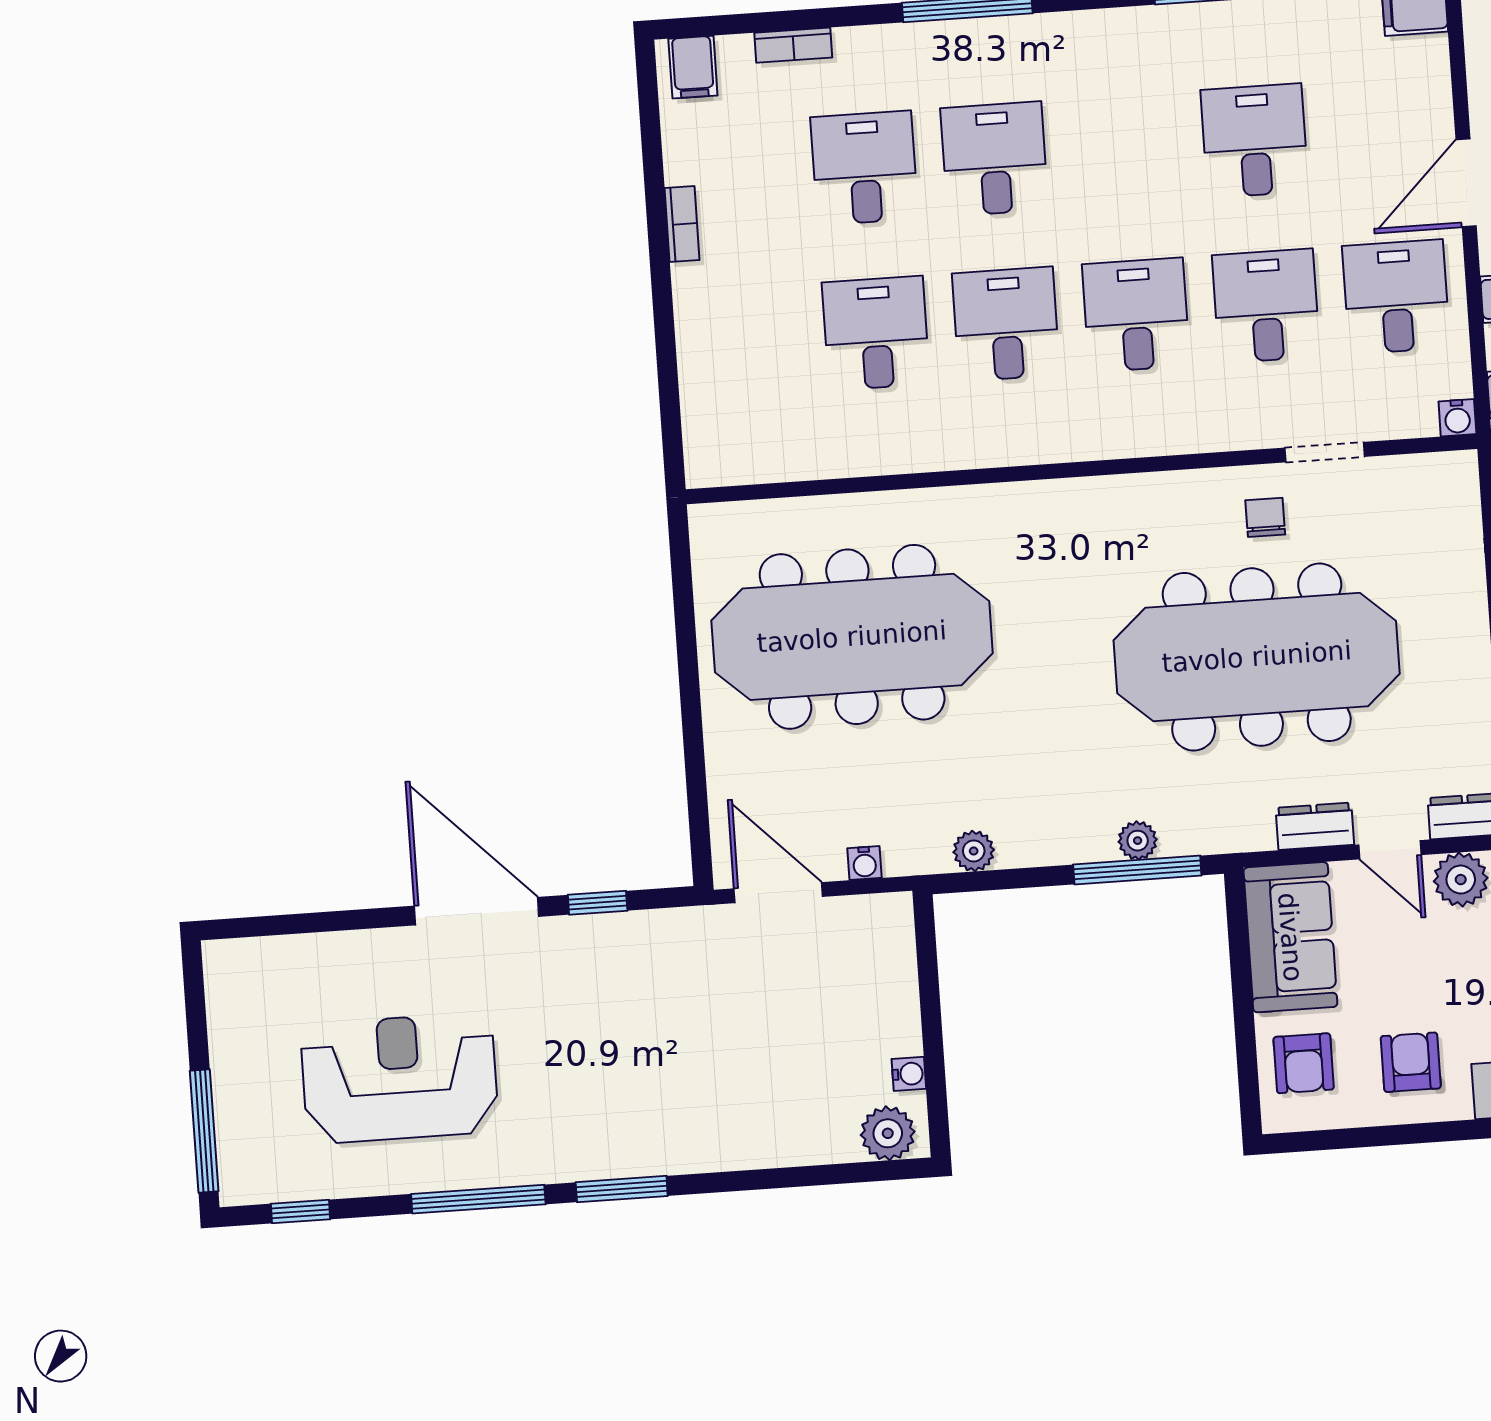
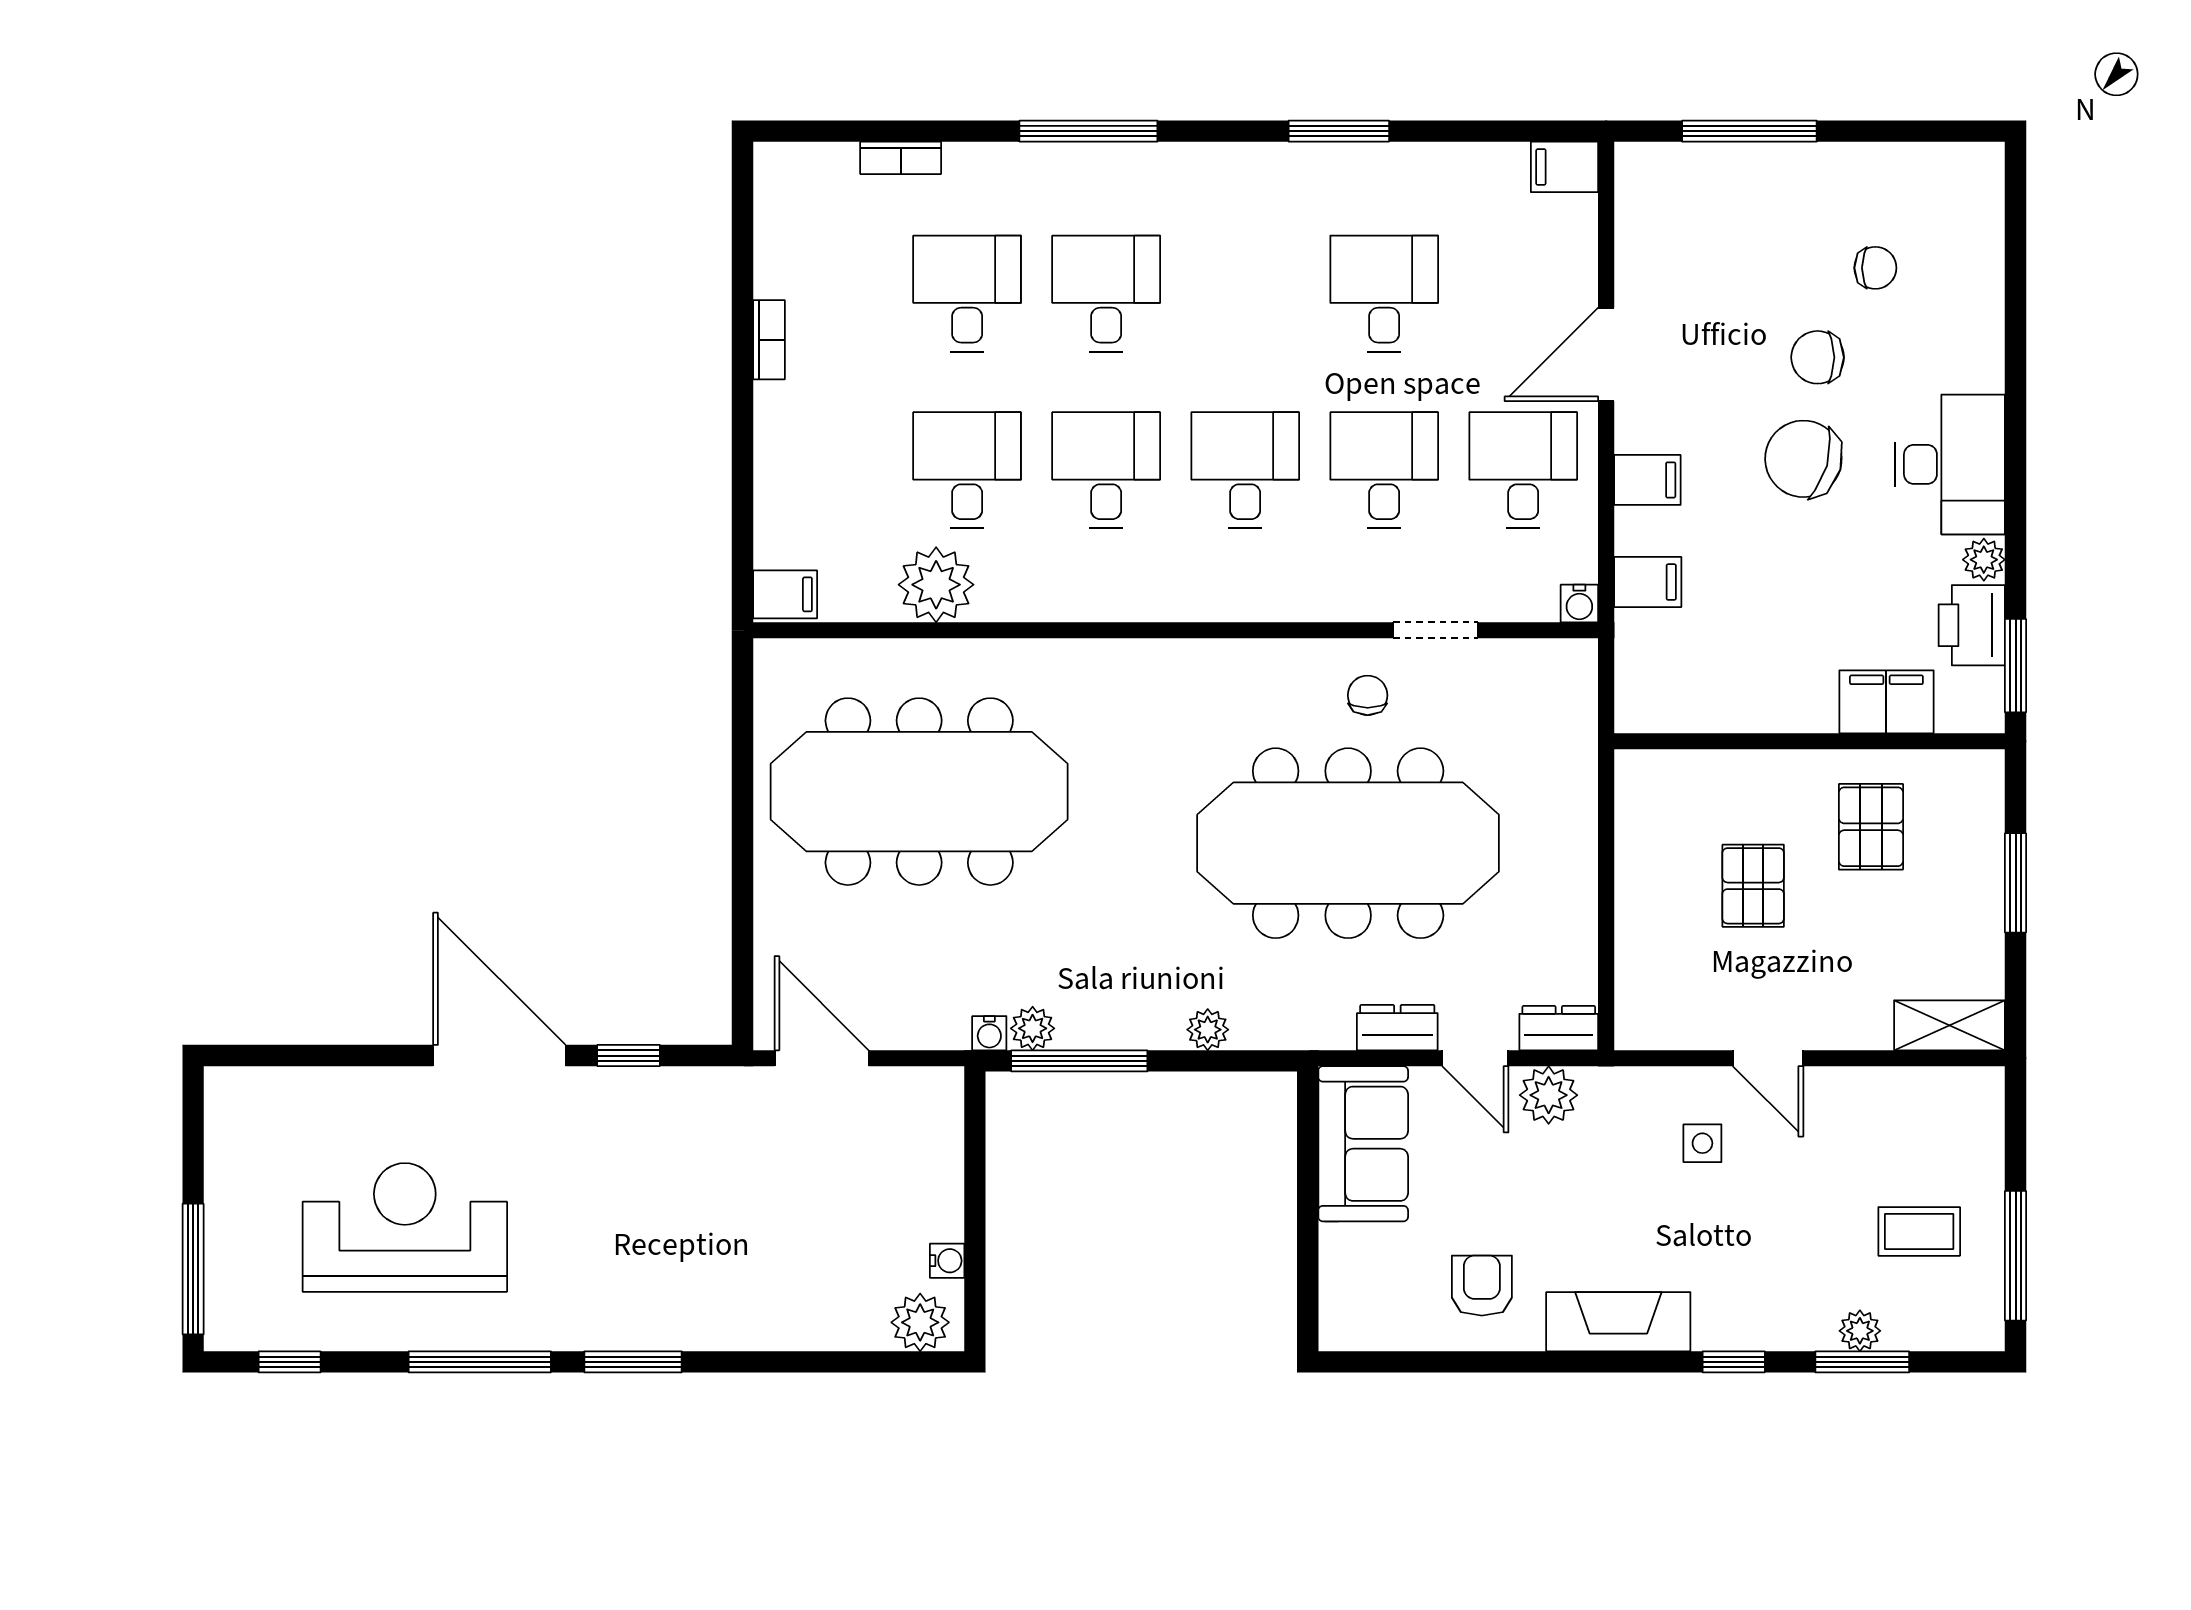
filing cabinet: (693, 67) -> (785, 594), moved, turned -90
plant: (854, 442) -> (936, 585), added
water cooler: (865, 863) -> (989, 1033), moved
window: (1137, 870) -> (1079, 1061), moved
armchair: (1304, 1063) -> (1368, 1279), removed

